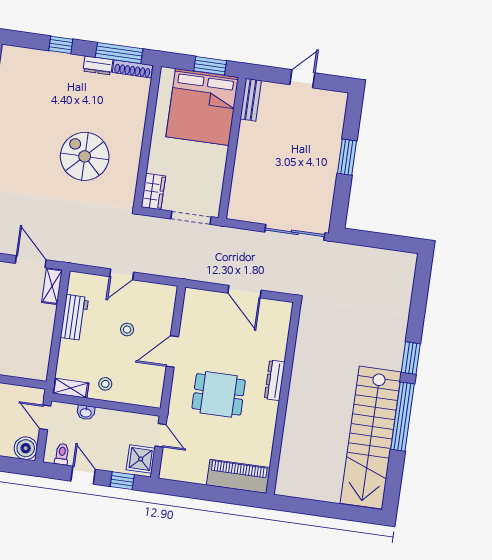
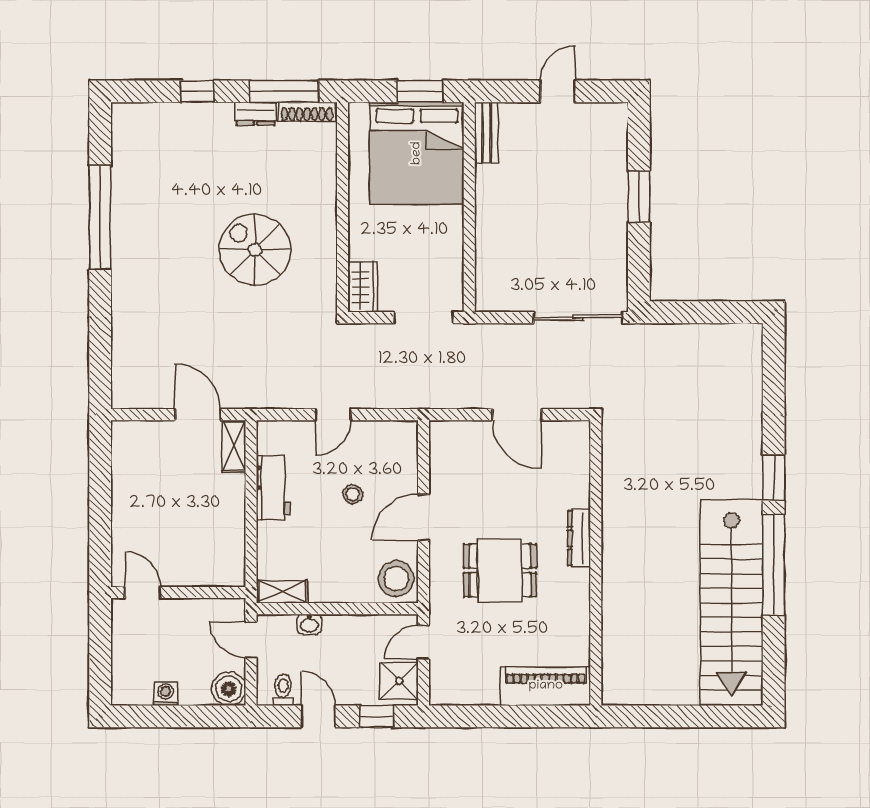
stool: (105, 384) -> (396, 579), moved, width x1.89, depth x1.89
door: (161, 435) -> (423, 642), swing flipped

